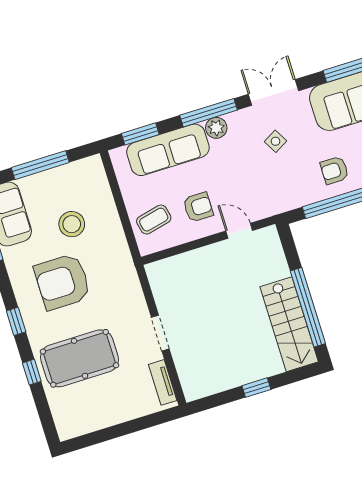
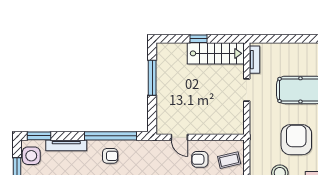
armchair: (62, 282) -> (296, 140), turned -90
window: (308, 307) -> (152, 78), width x0.68
stairs: (289, 324) -> (216, 53), moved, turned 90

